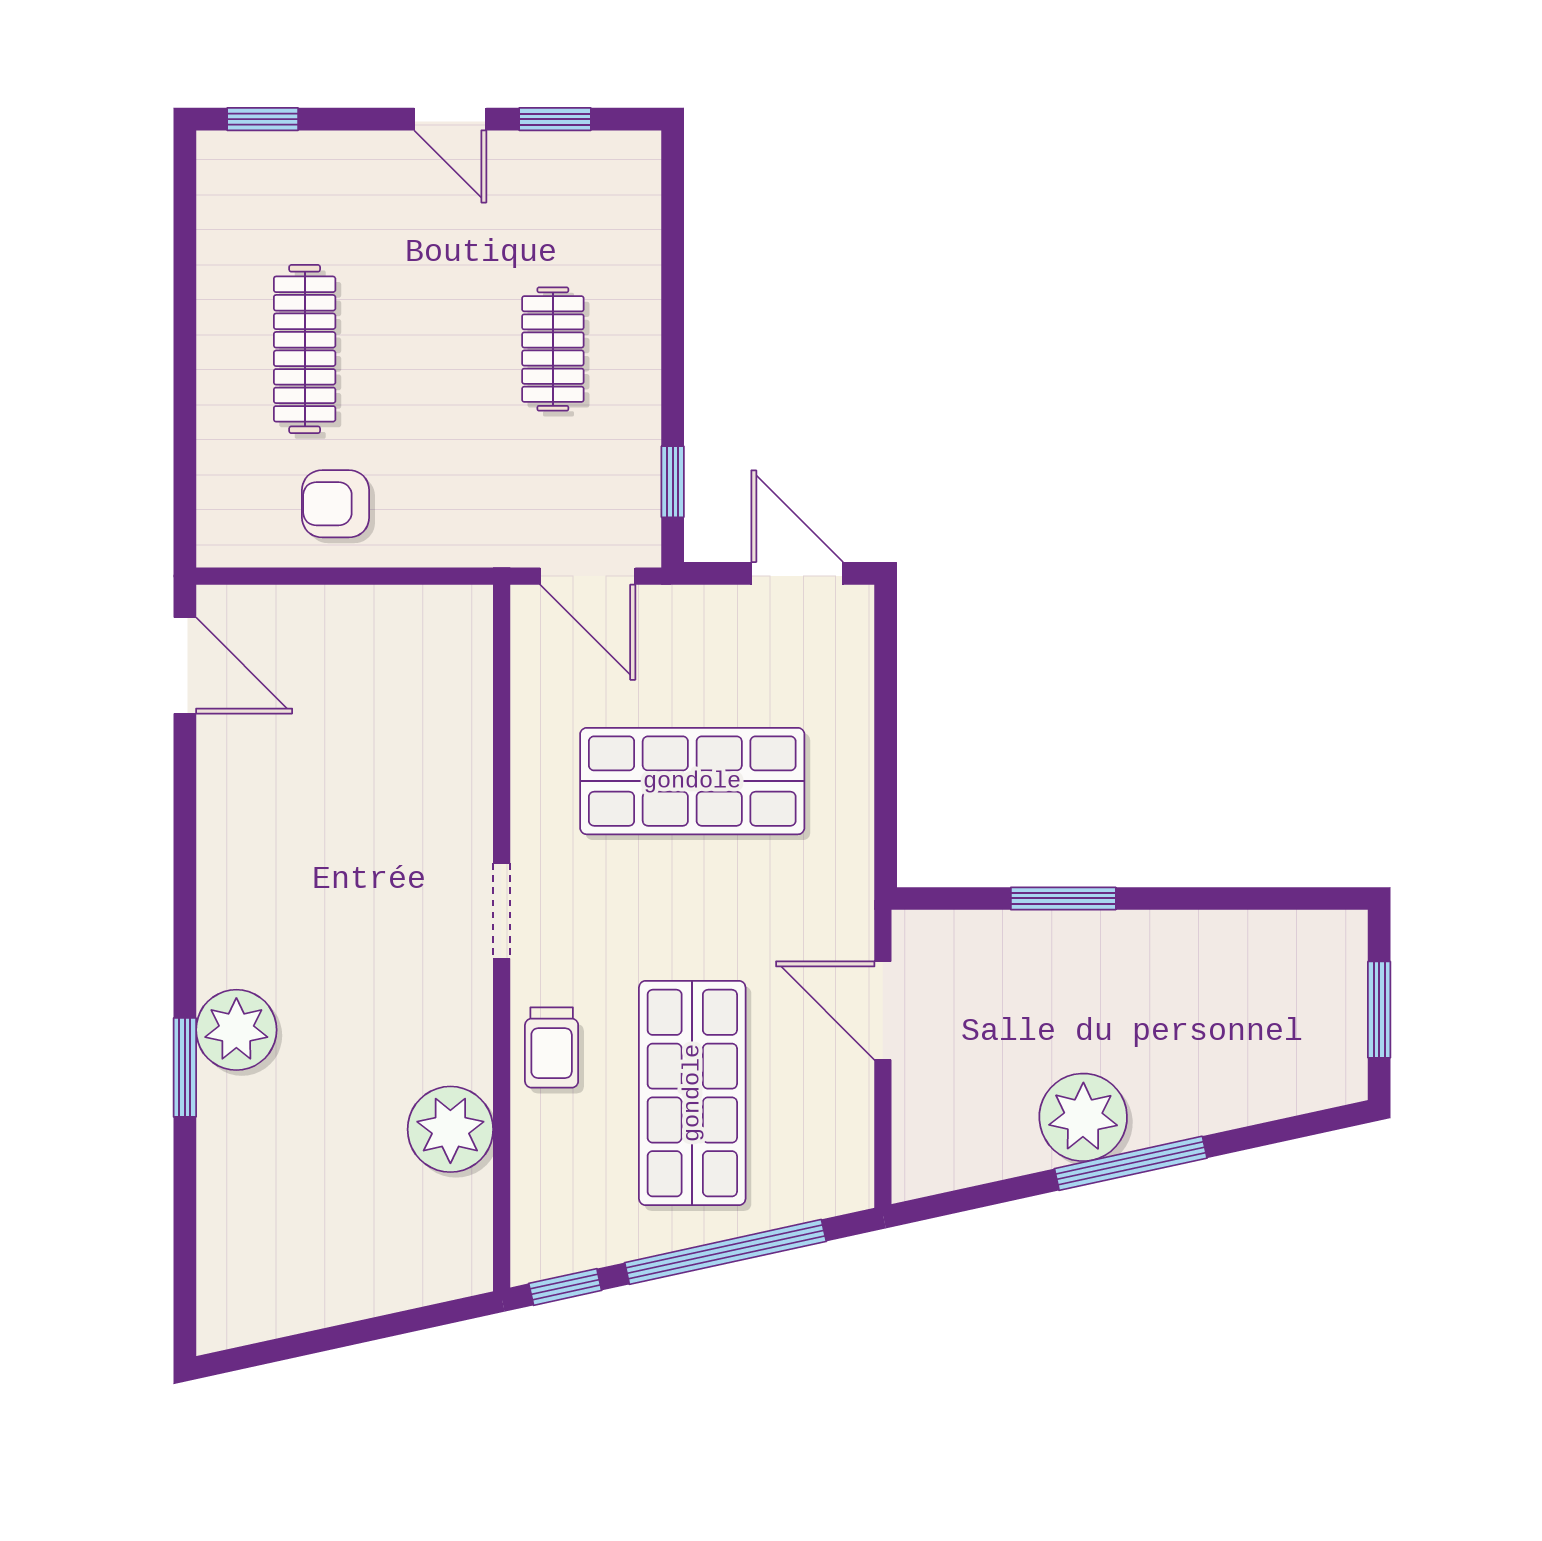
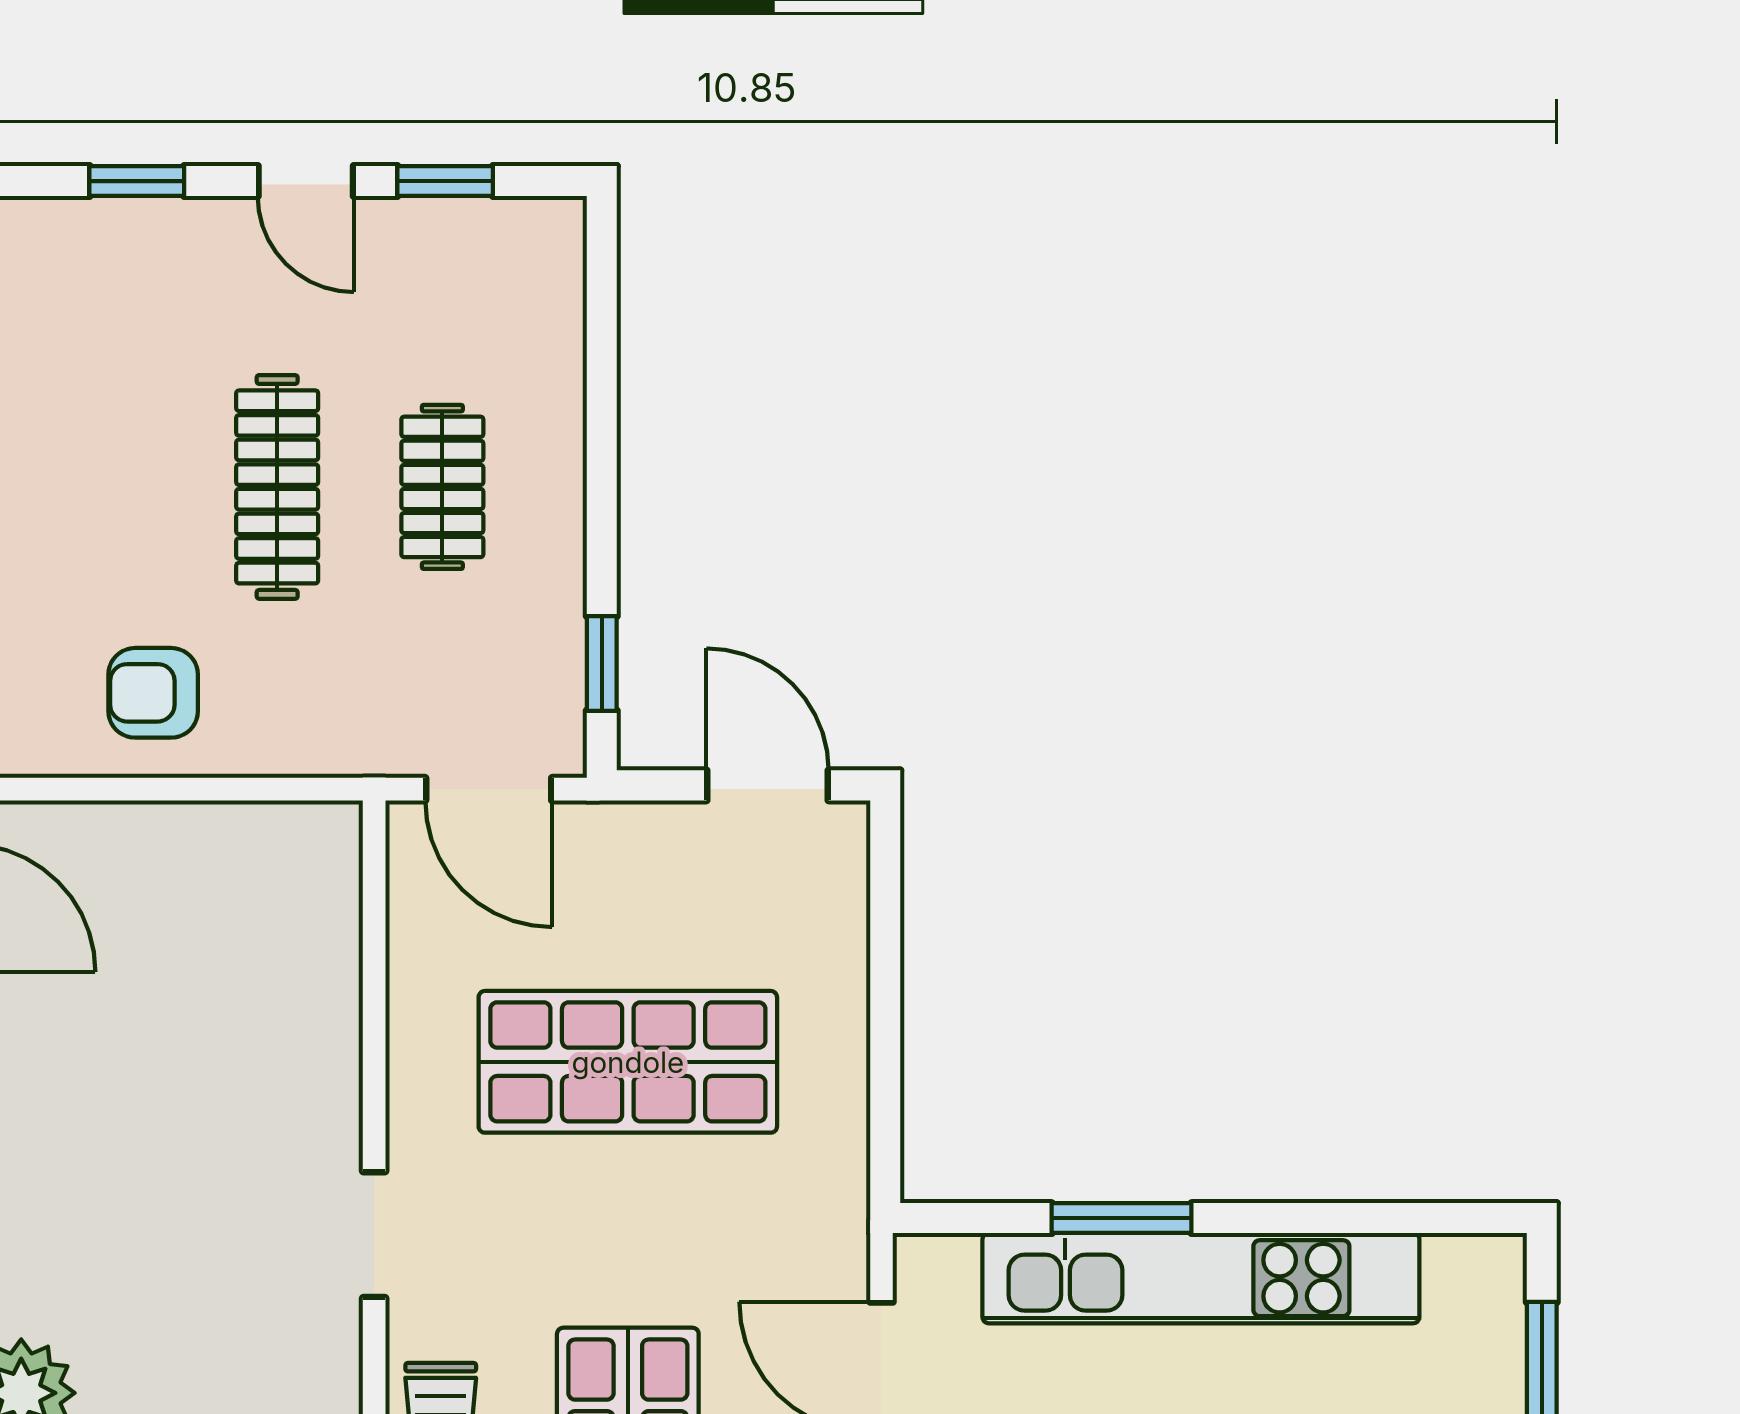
window: (263, 119) -> (137, 181), moved
clothes rail: (305, 349) -> (277, 487), moved
kitchen unit: (1123, 944) -> (1201, 1278), added

